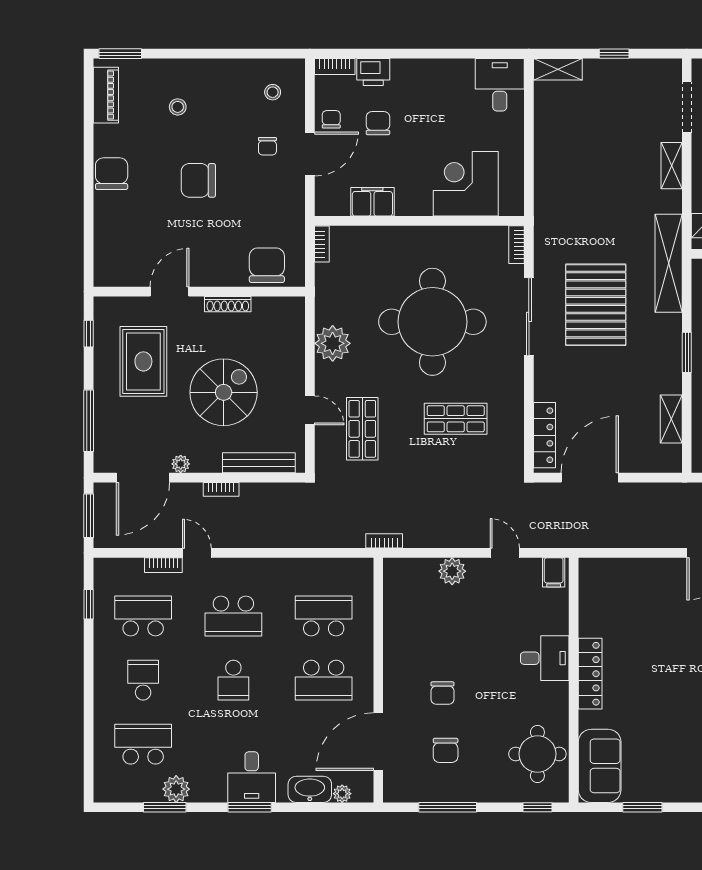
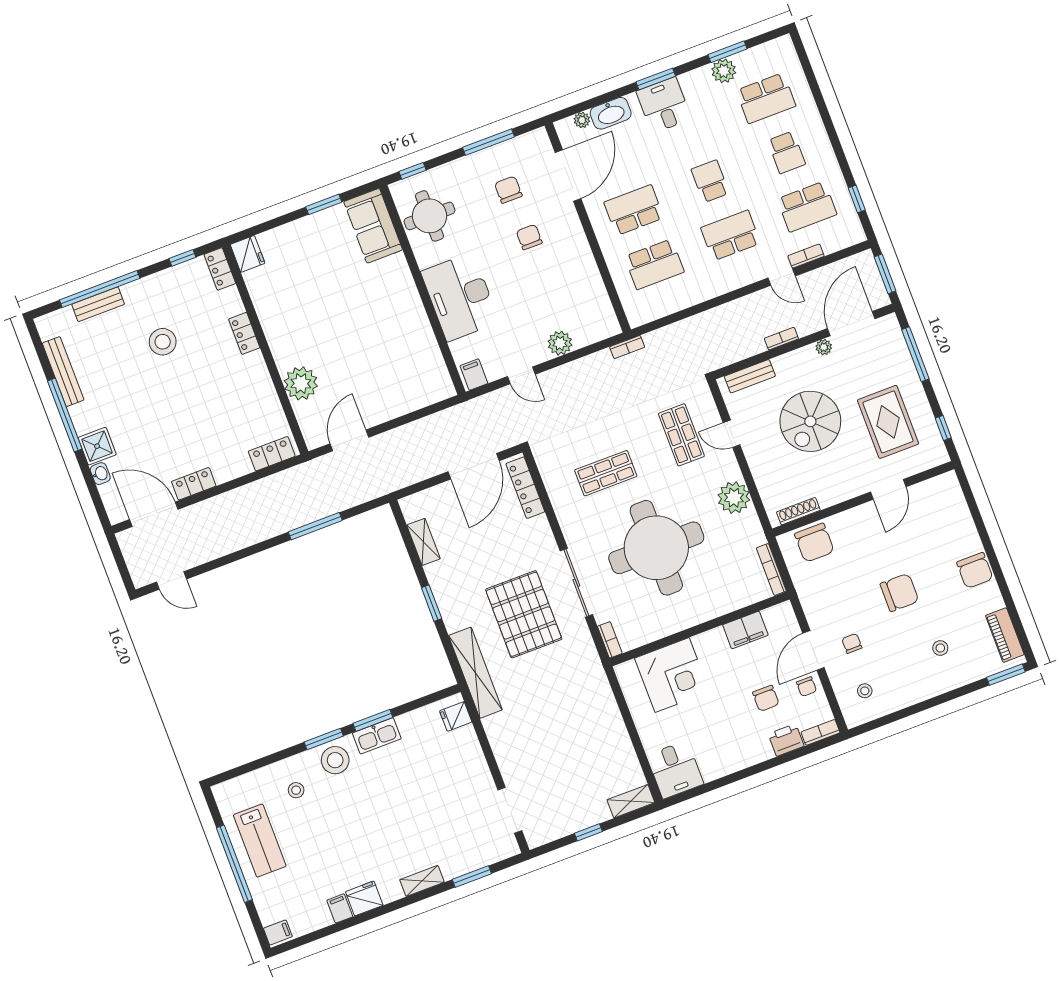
shelving: (672, 166) -> (504, 756), removed
bookcase: (322, 244) -> (771, 569), width x1.56
shoe rack: (228, 304) -> (798, 511), moved
bench: (259, 463) -> (750, 376), width x0.73
desk: (545, 658) -> (460, 297), width x1.87, depth x1.30
locker: (590, 674) -> (411, 301), removed

